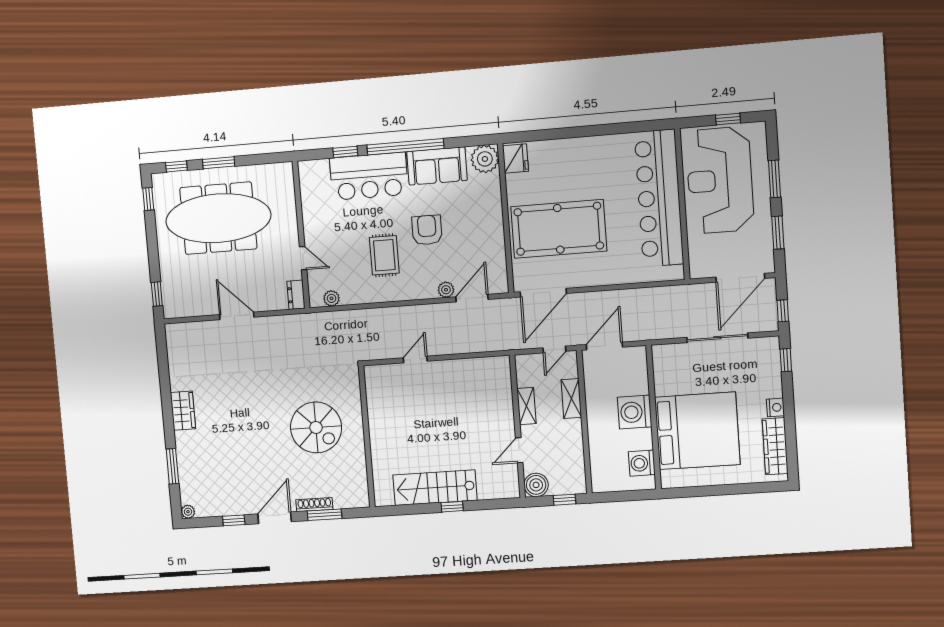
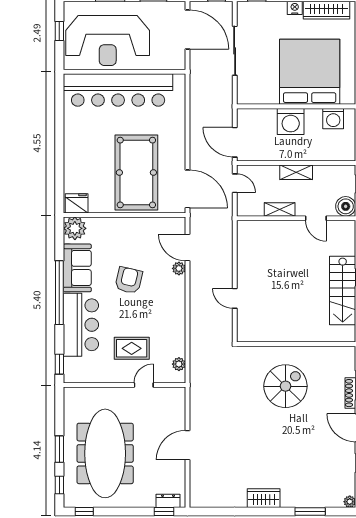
window: (345, 152) -> (59, 364), moved
armchair: (427, 230) -> (129, 280), turned 103
rug: (384, 255) -> (132, 348), moved
dresser: (296, 295) -> (168, 501), moved, turned 180
shelving: (571, 399) -> (296, 172), moved

